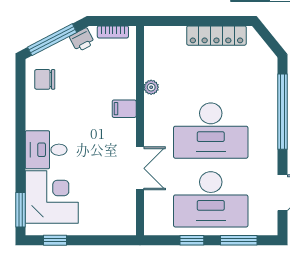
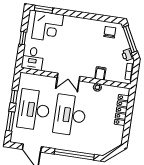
locker: (216, 36) -> (122, 110), moved
filing cabinet: (124, 109) -> (100, 73), moved
desk: (46, 150) -> (33, 58), moved, turned 180
double door: (140, 168) -> (69, 77), moved
window: (55, 240) -> (23, 38), moved

